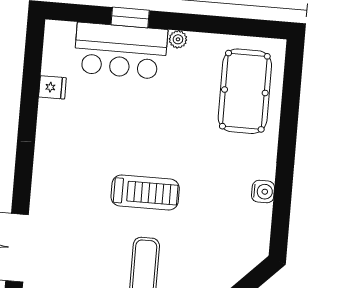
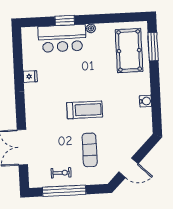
fridge: (52, 87) -> (30, 77), moved
window: (291, 90) -> (153, 47), added

